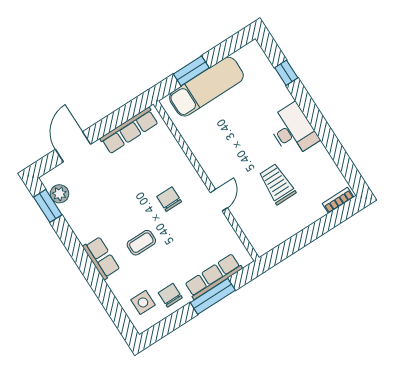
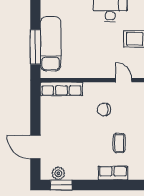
window: (191, 71) -> (35, 47), width x1.44
row of seats: (129, 131) -> (61, 89), moved, turned 90

